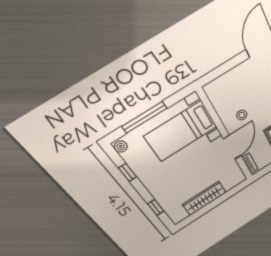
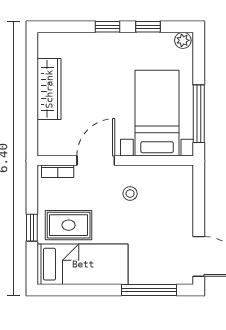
window: (144, 117) -> (199, 114), moved
door: (232, 147) -> (96, 161), swing flipped
window: (156, 207) -> (107, 27), moved

